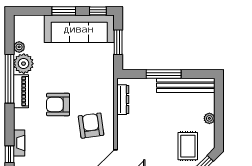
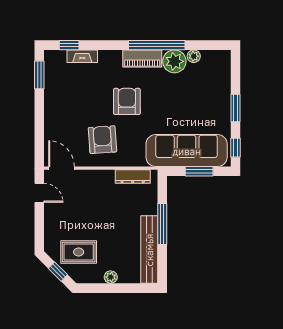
sofa: (79, 29) -> (187, 151), moved, turned 90
armchair: (91, 126) -> (102, 140), turned -86

